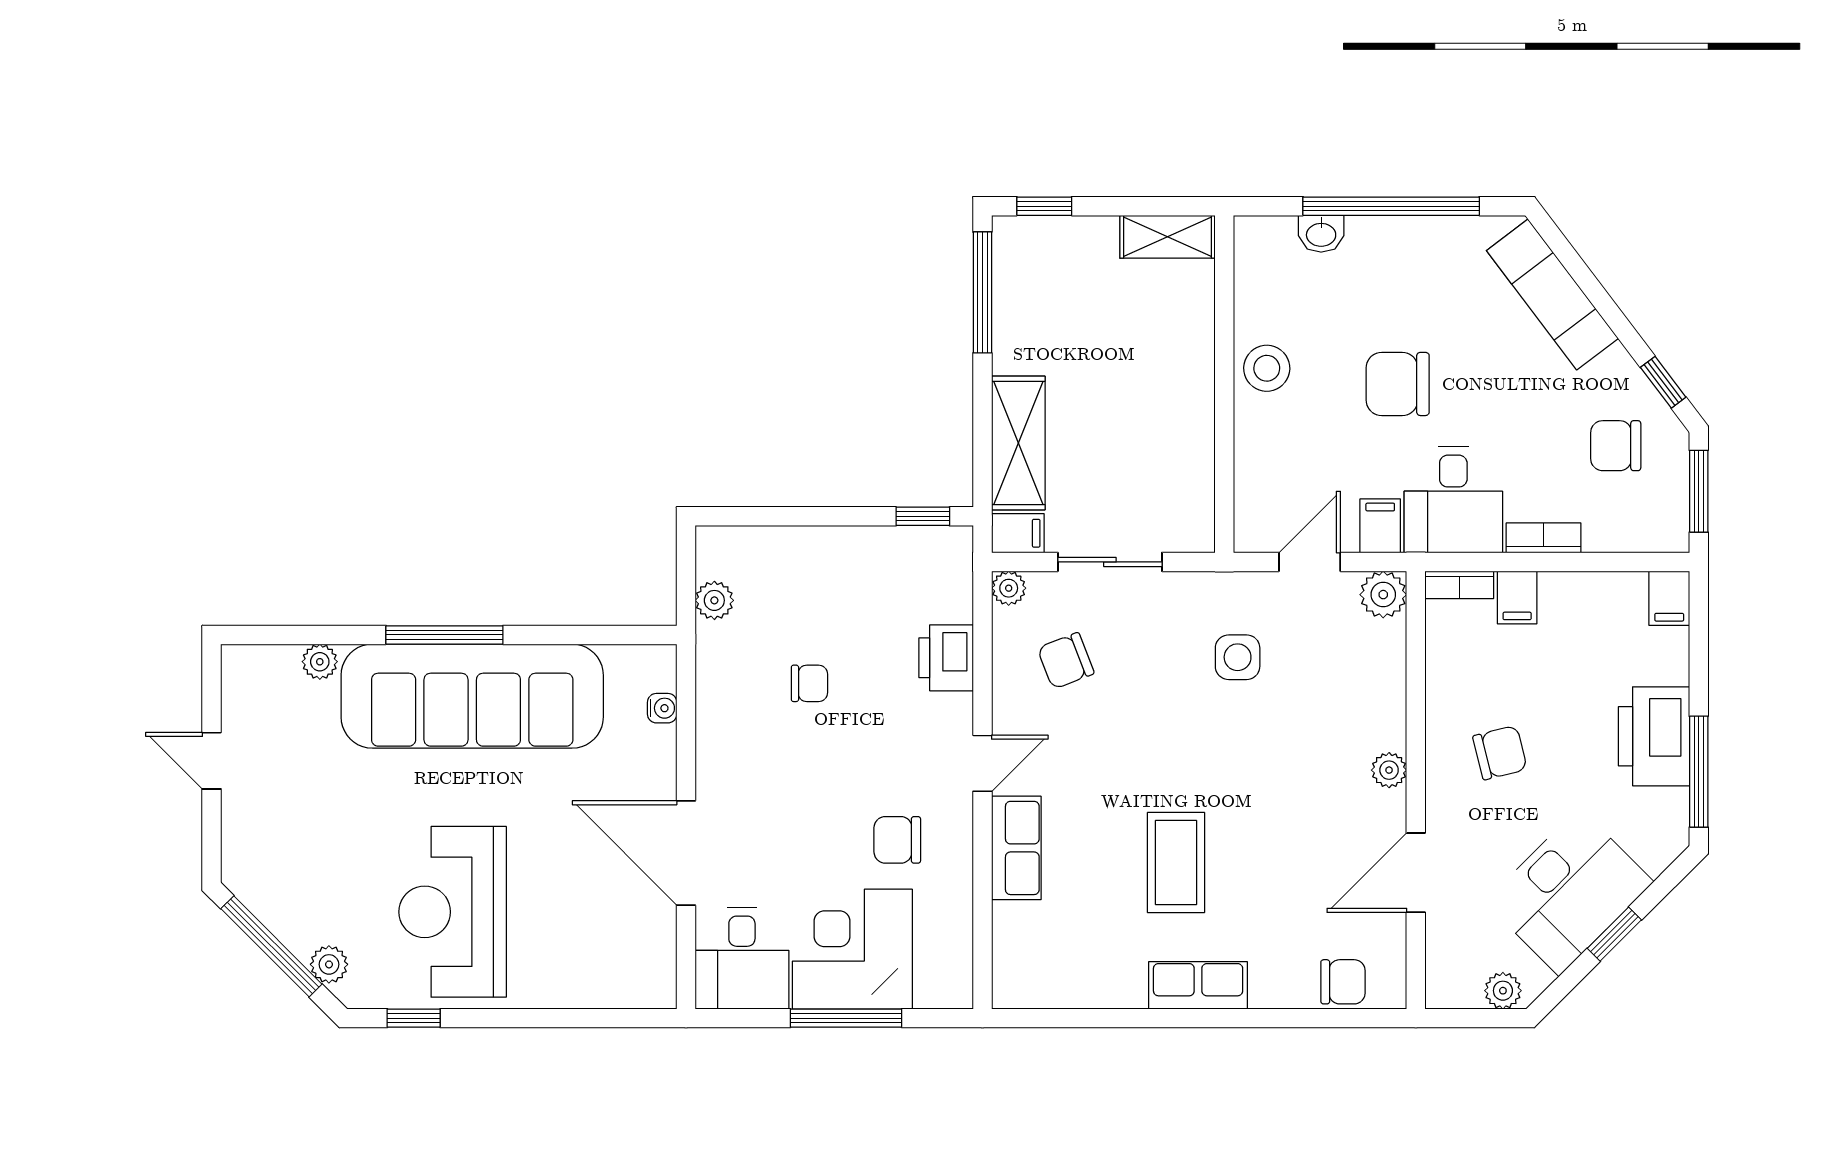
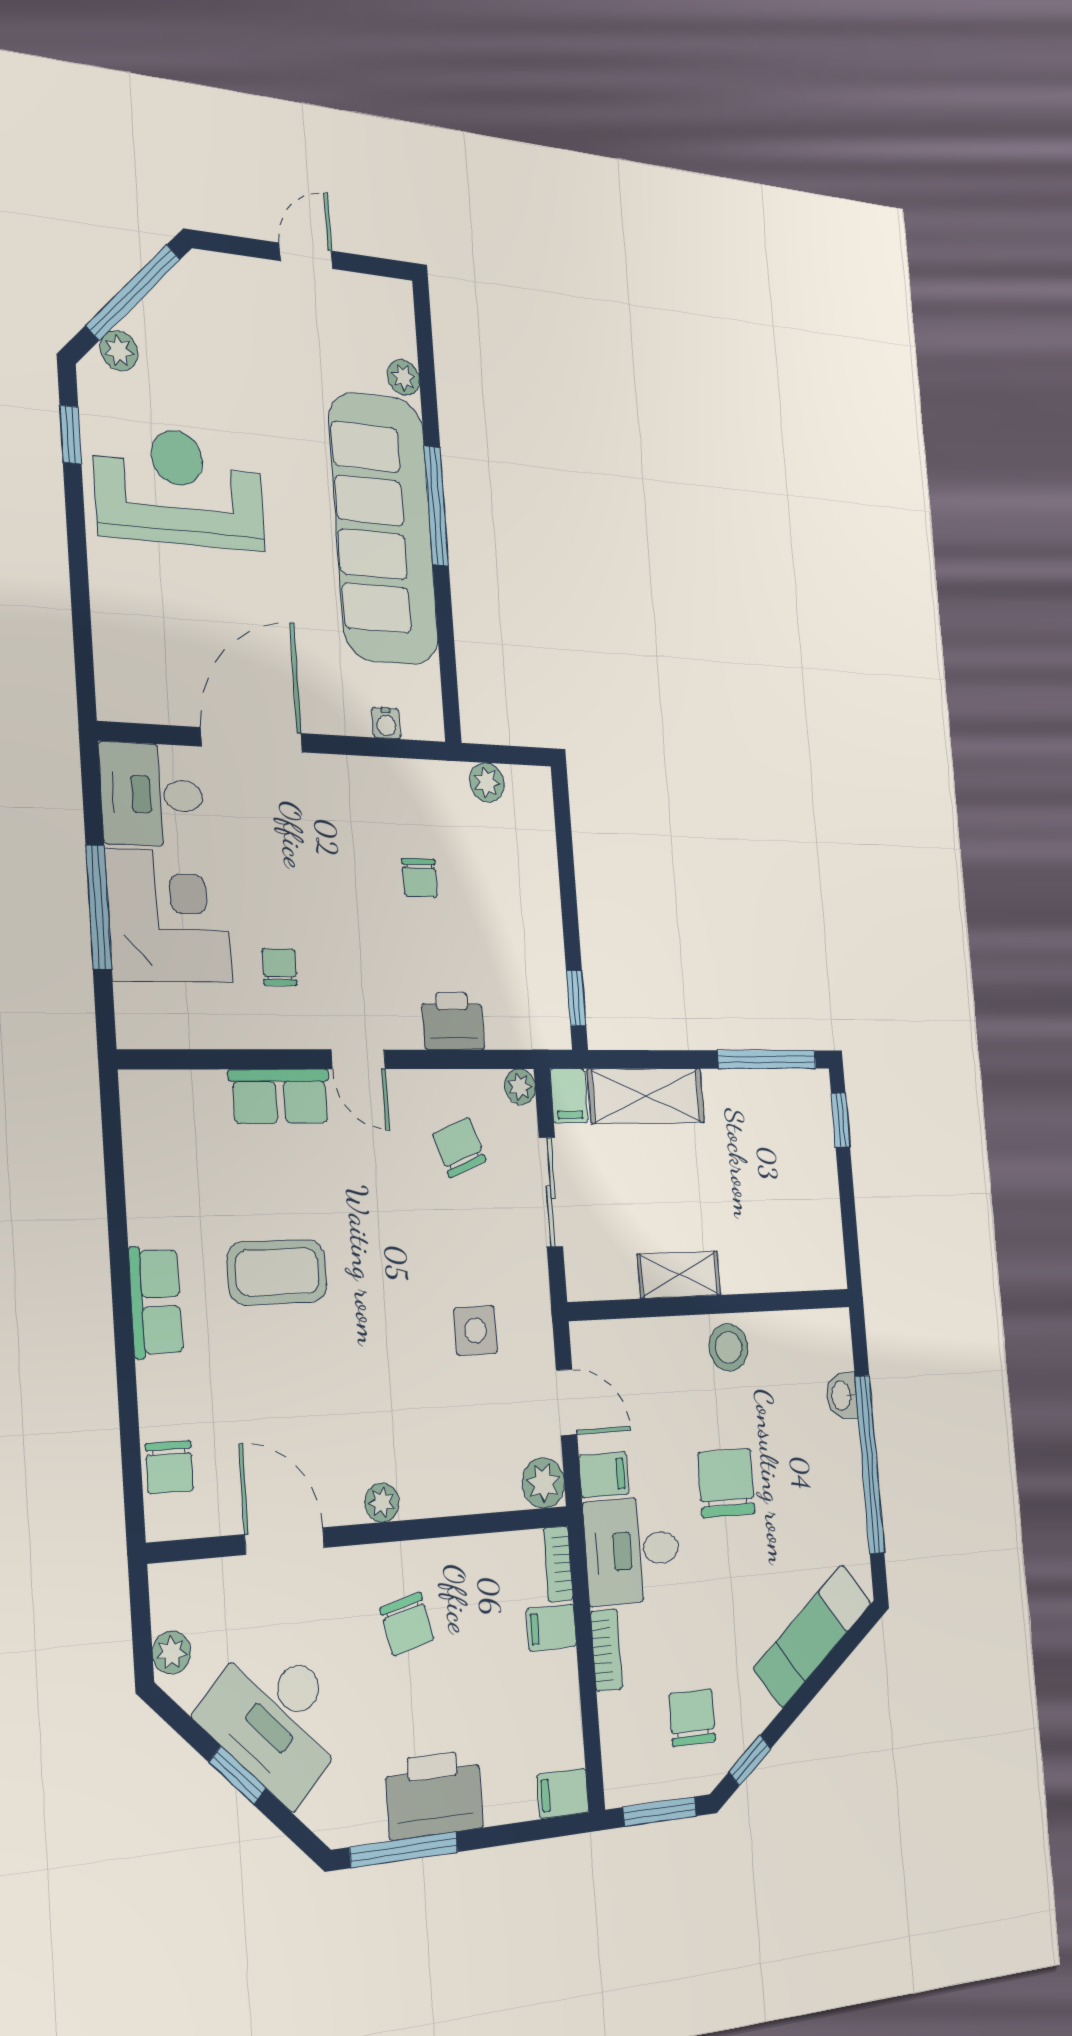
shelving: (1167, 237) -> (679, 1275), moved, turned 90
chair: (897, 840) -> (279, 967), width x0.73, depth x0.73

